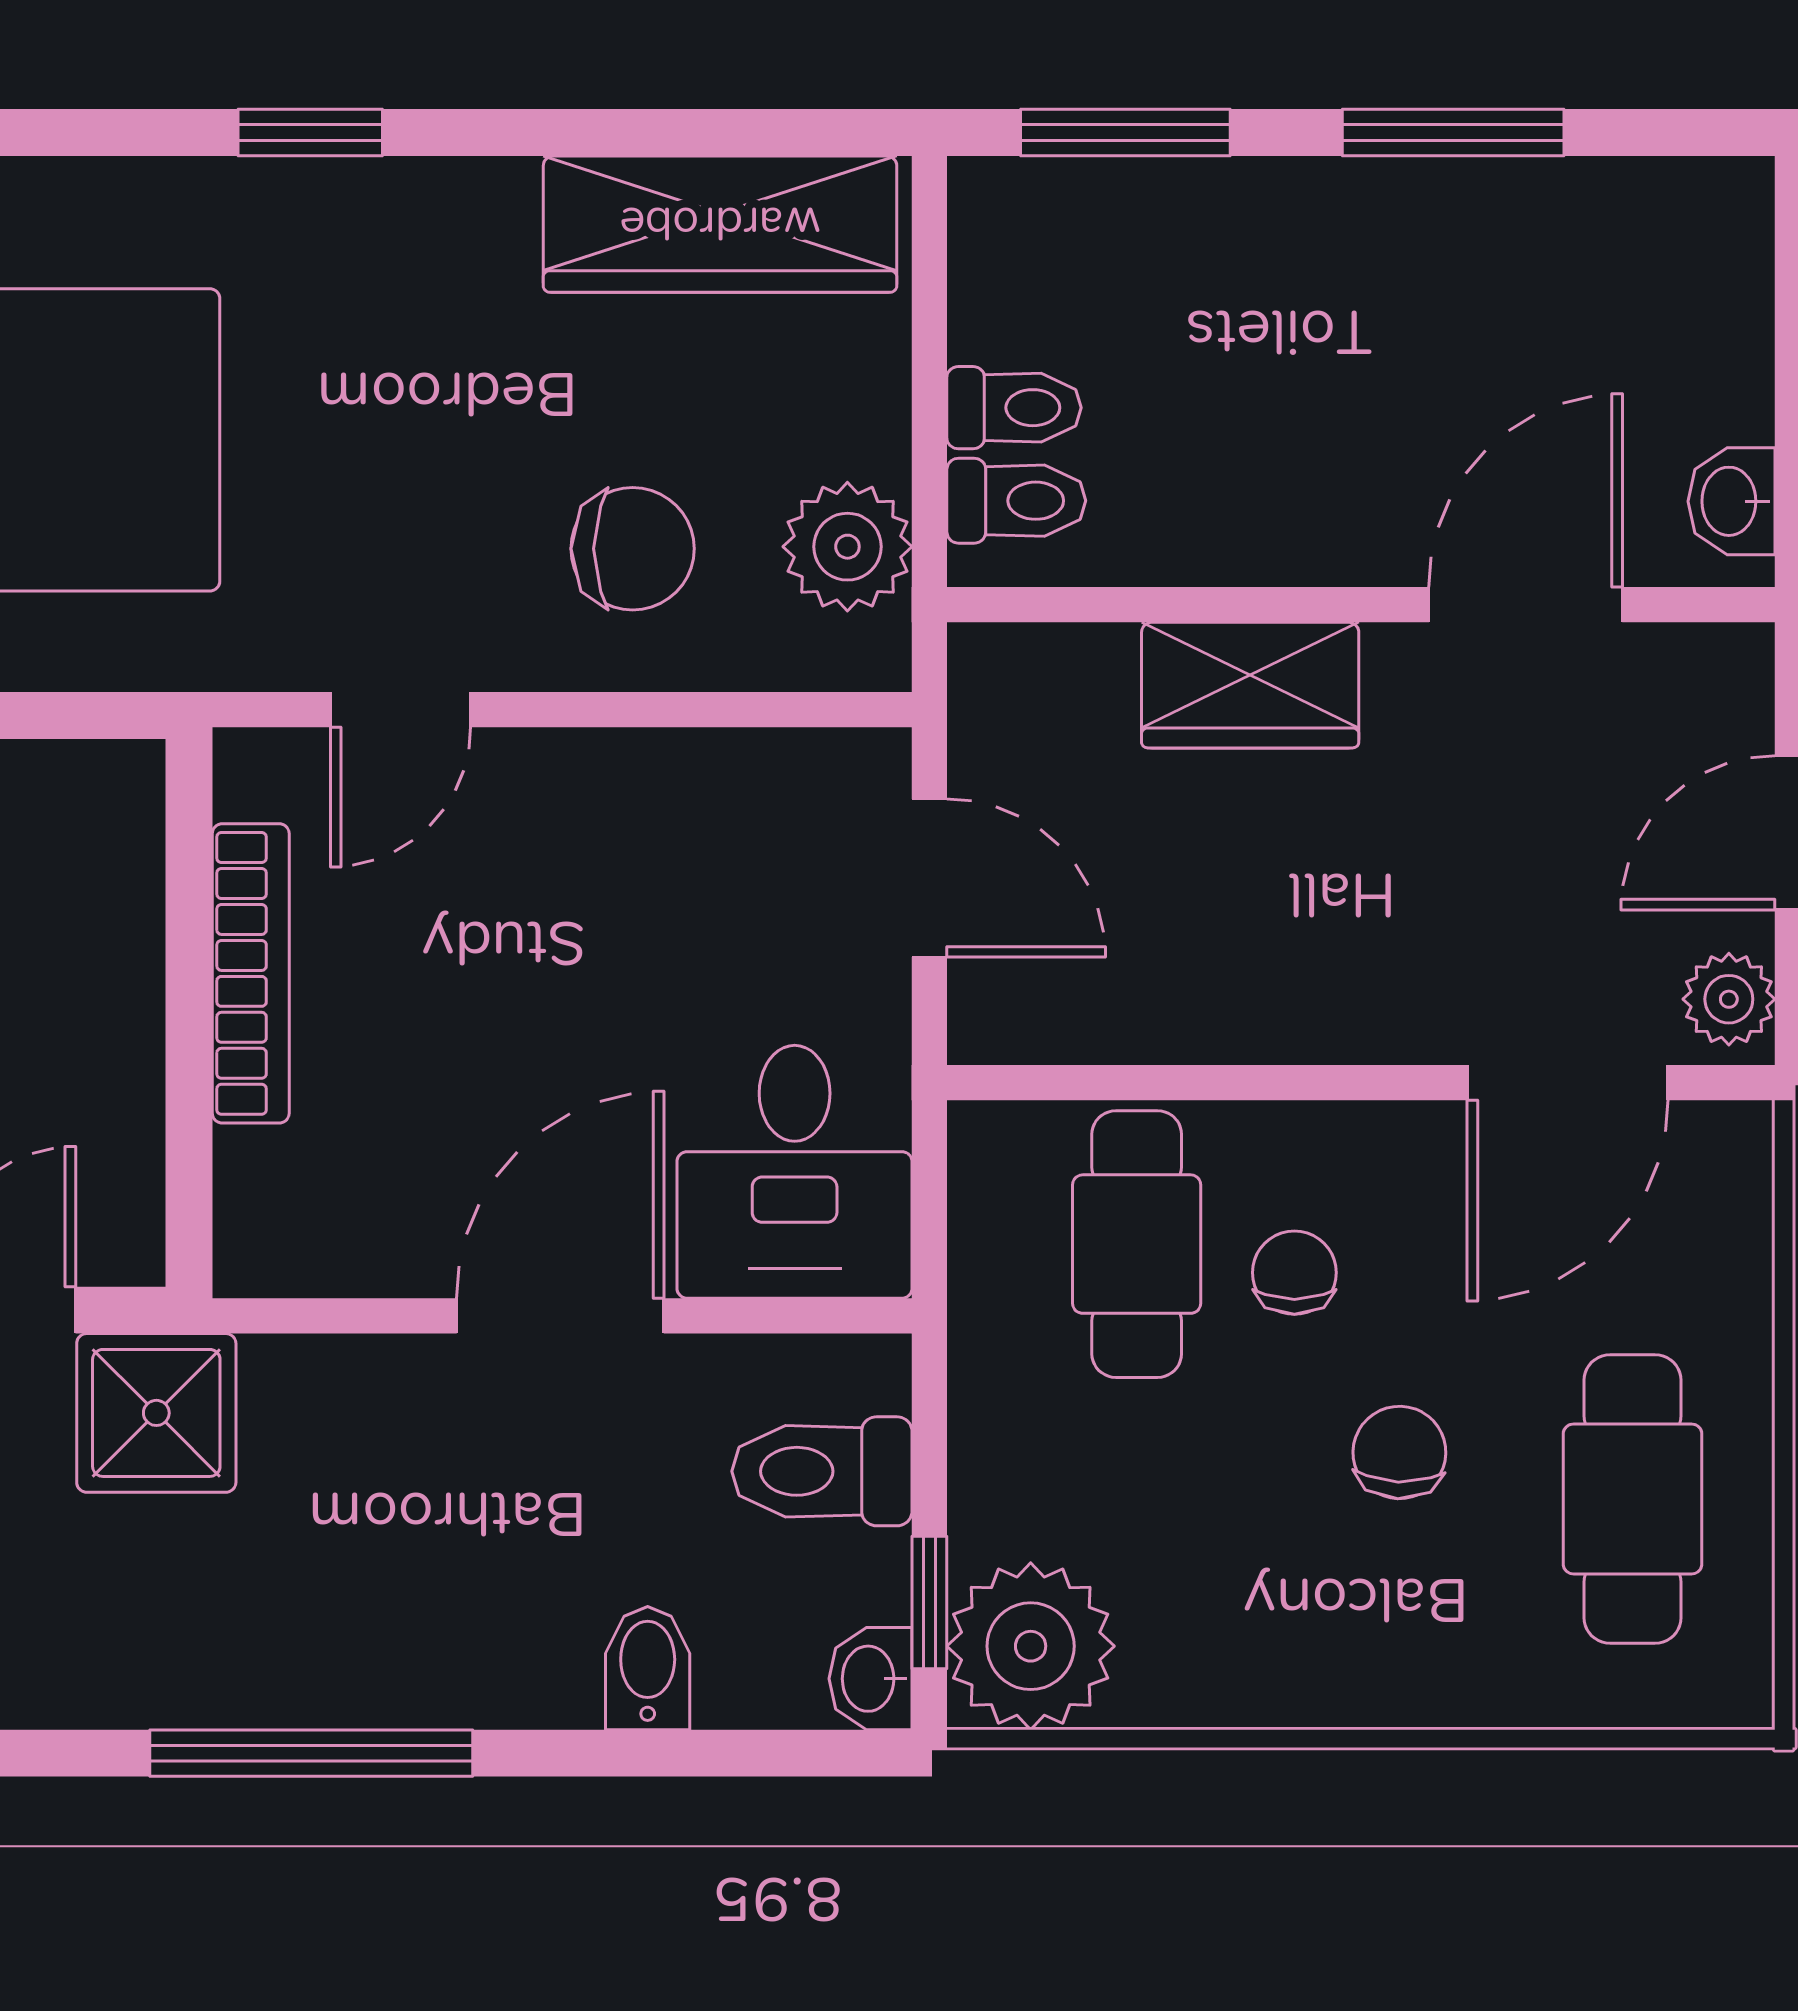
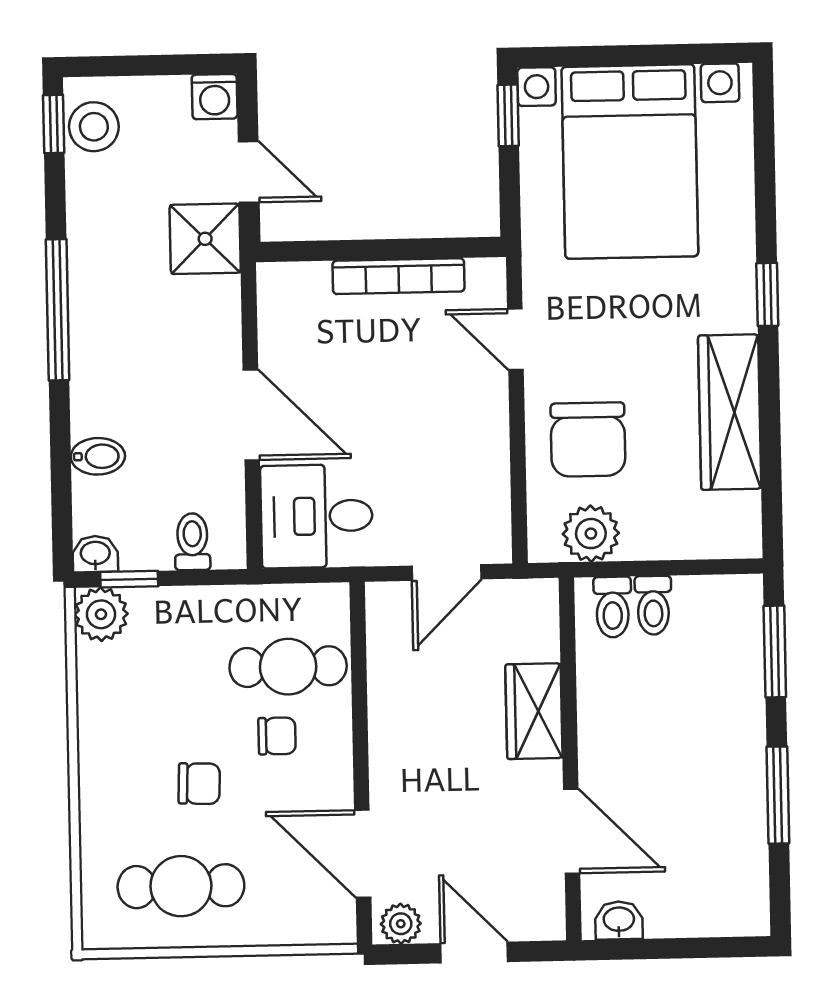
wardrobe: (720, 224) -> (730, 412), moved
chair: (633, 549) -> (588, 439), width x1.37, depth x1.37
toilet: (822, 1471) -> (192, 542), width x0.73, depth x0.72
plant: (1031, 1646) -> (101, 614), width x0.73, depth x0.73

